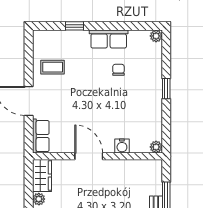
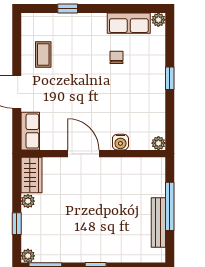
row of seats: (109, 39) -> (129, 23), moved
coffee table: (53, 67) -> (43, 54), turned 90

